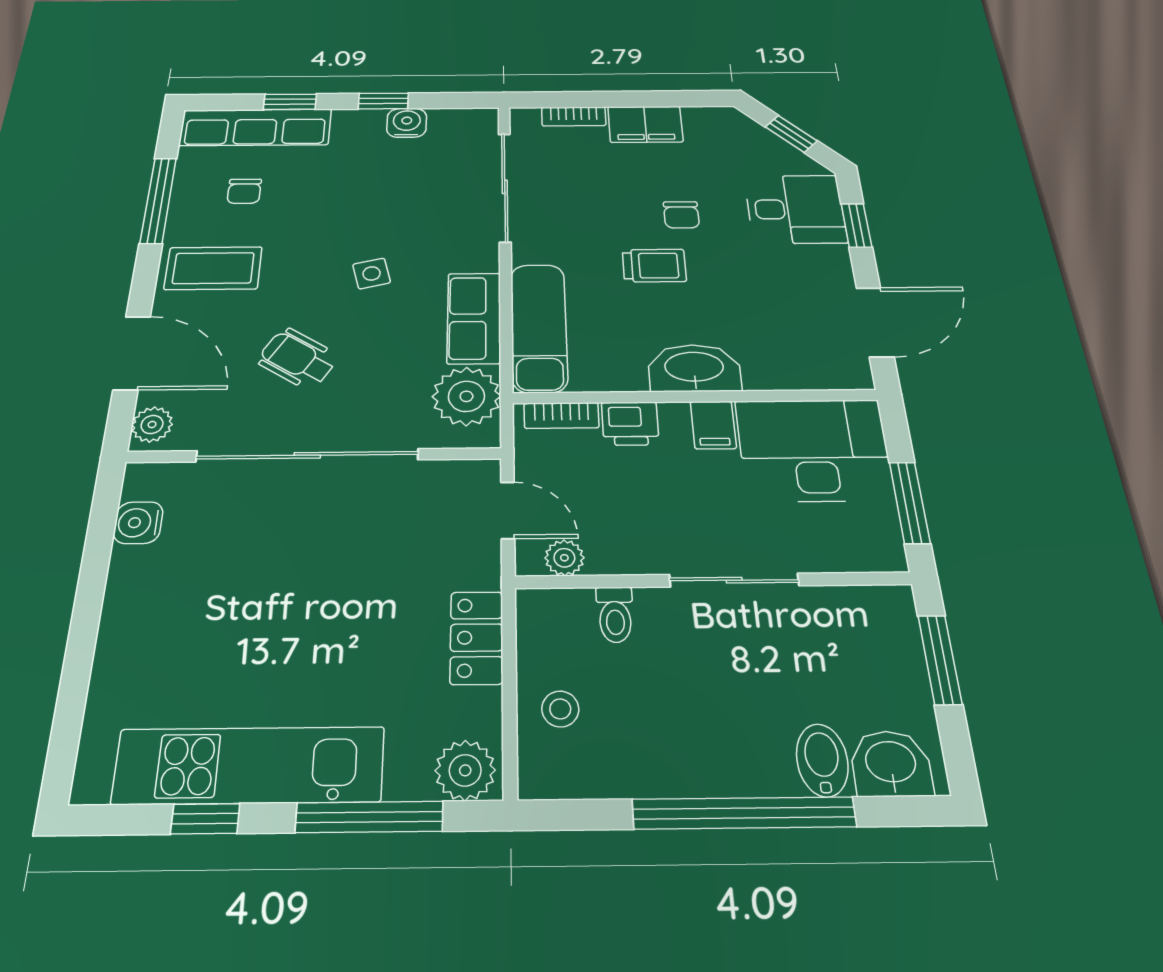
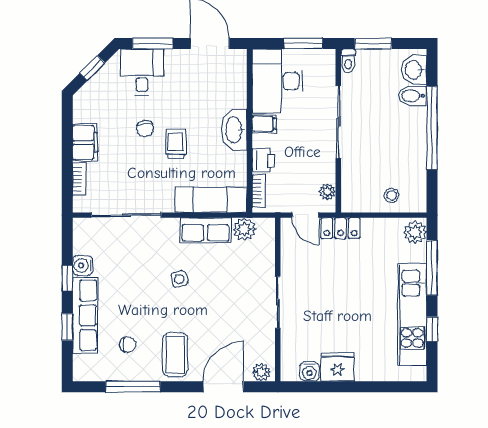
row of seats: (256, 127) -> (85, 315), moved
chair: (681, 215) -> (145, 129), turned 84
window: (856, 225) -> (153, 44), width x1.50
wheelchair: (298, 359) -> (227, 310), removed
plant: (466, 396) -> (244, 229), width x0.73, depth x0.73
sliding door: (307, 455) -> (278, 302), width x0.54
door: (508, 510) -> (305, 215), swing flipped
sliding door: (734, 580) -> (338, 122), width x1.37
fridge: (140, 584) -> (338, 367), added
toilet: (615, 615) -> (348, 61), moved, turned 90
locker: (477, 638) -> (340, 228), moved

